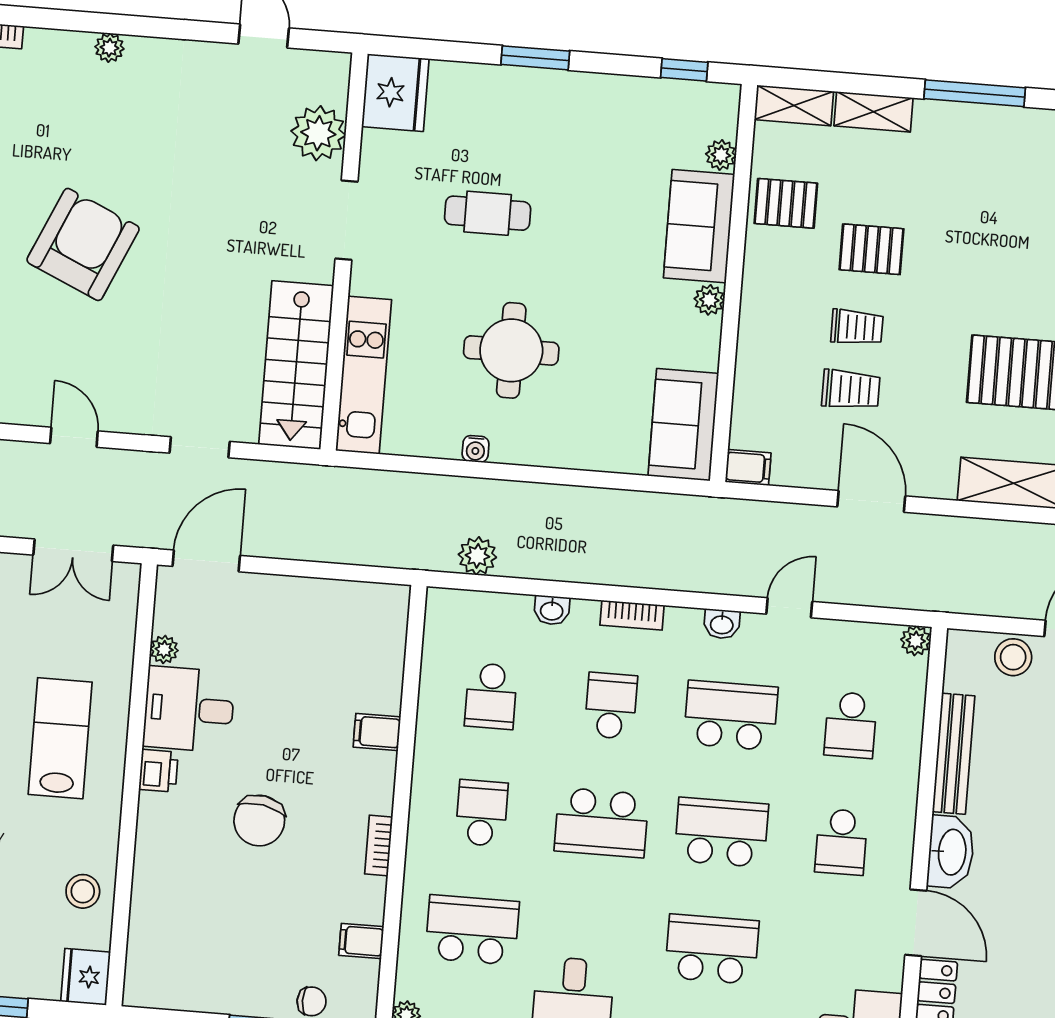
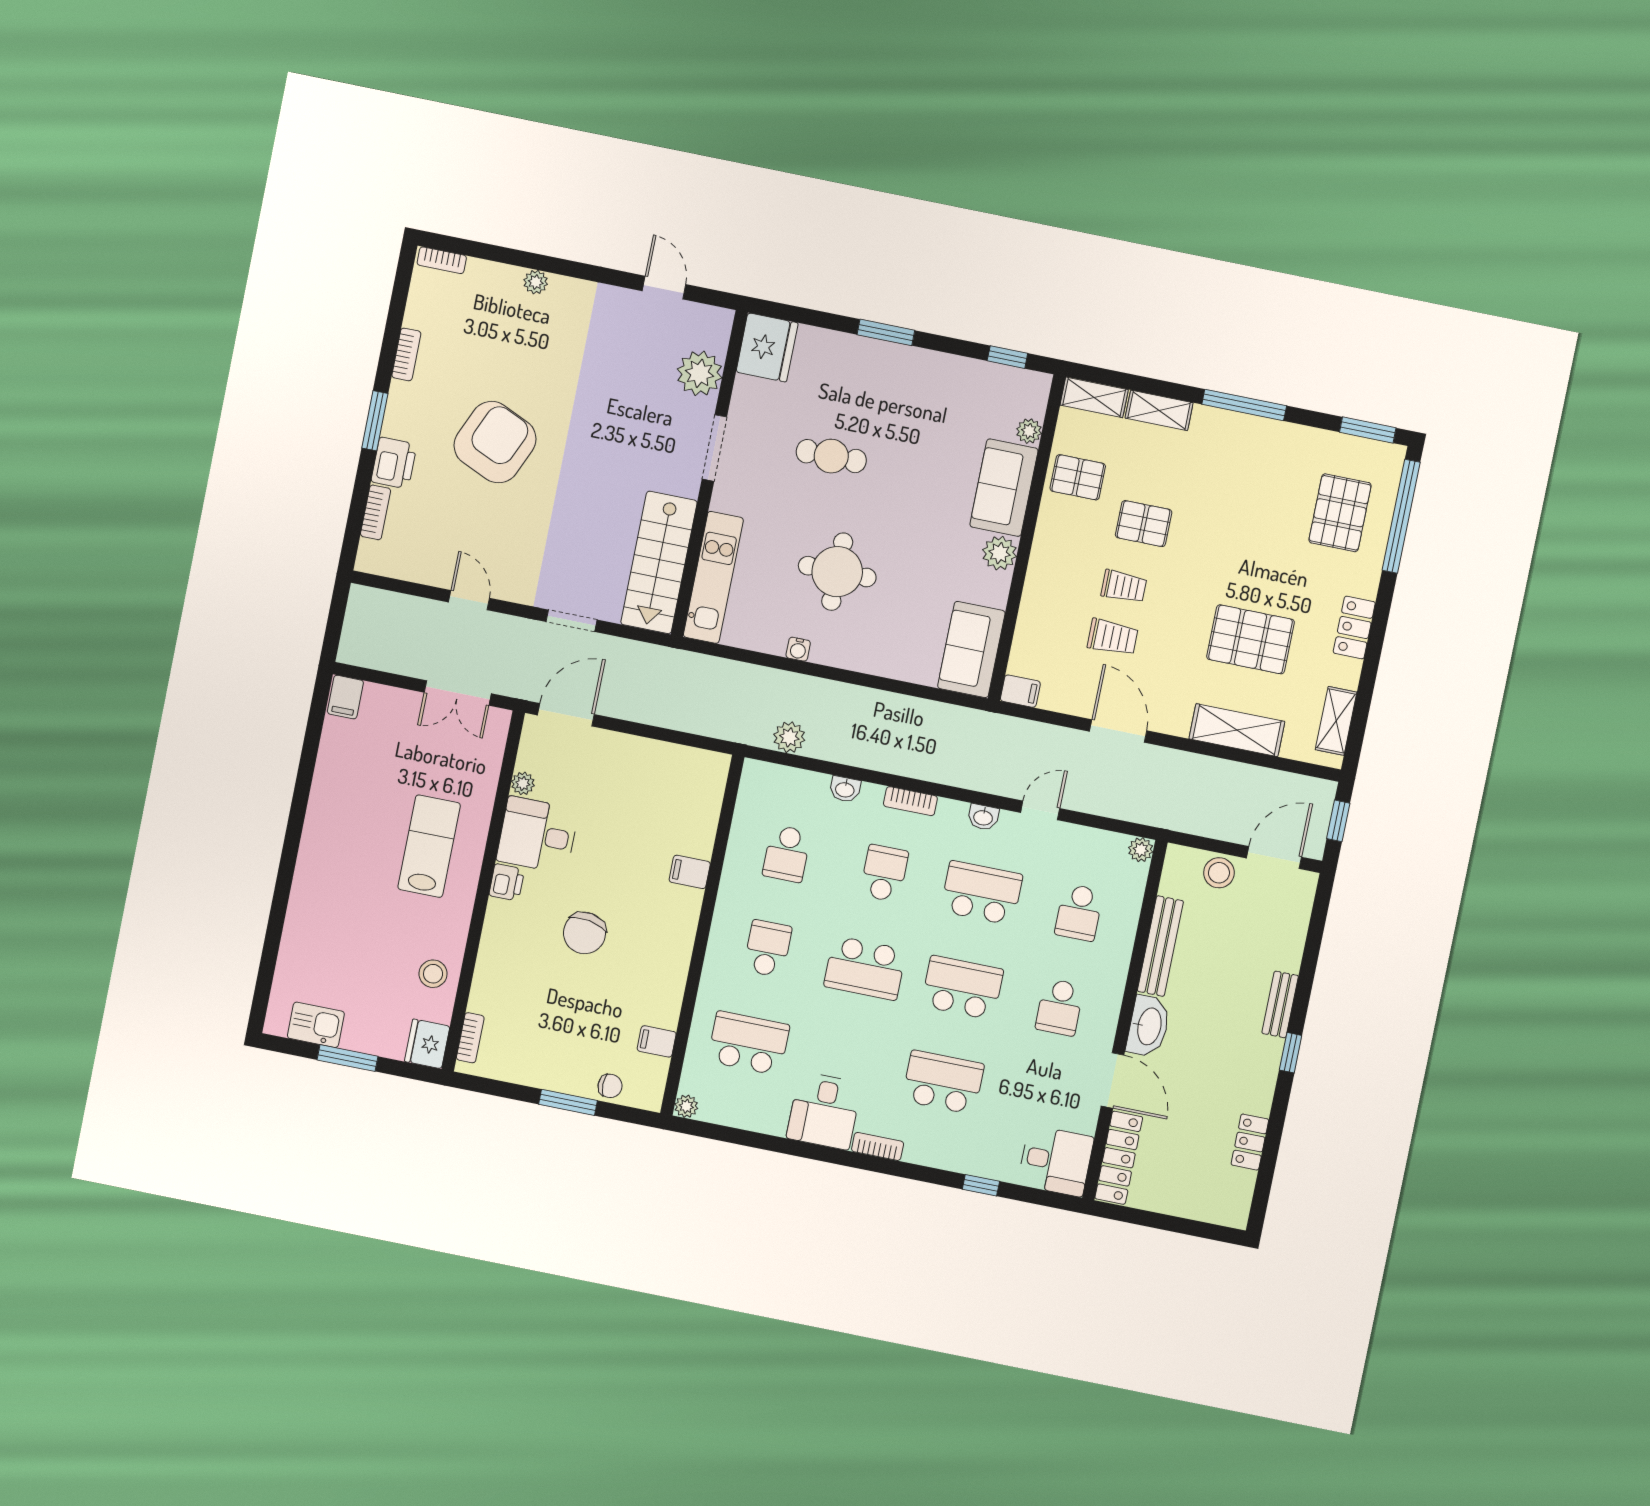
plant: (709, 300) -> (1000, 553), width x1.38, depth x1.38
bookcase: (379, 845) -> (470, 1038), moved, turned 180

